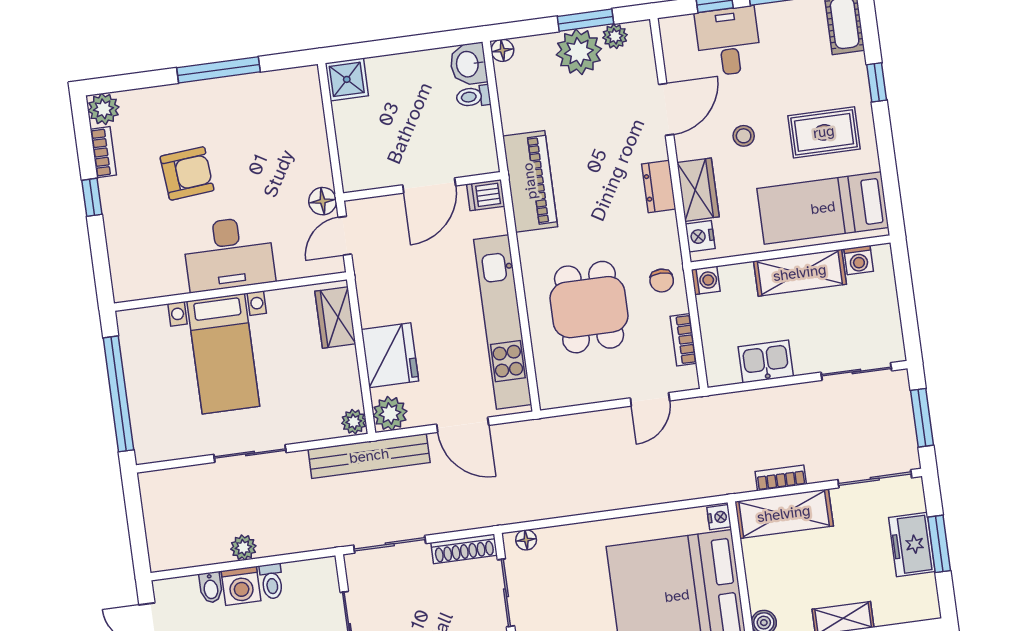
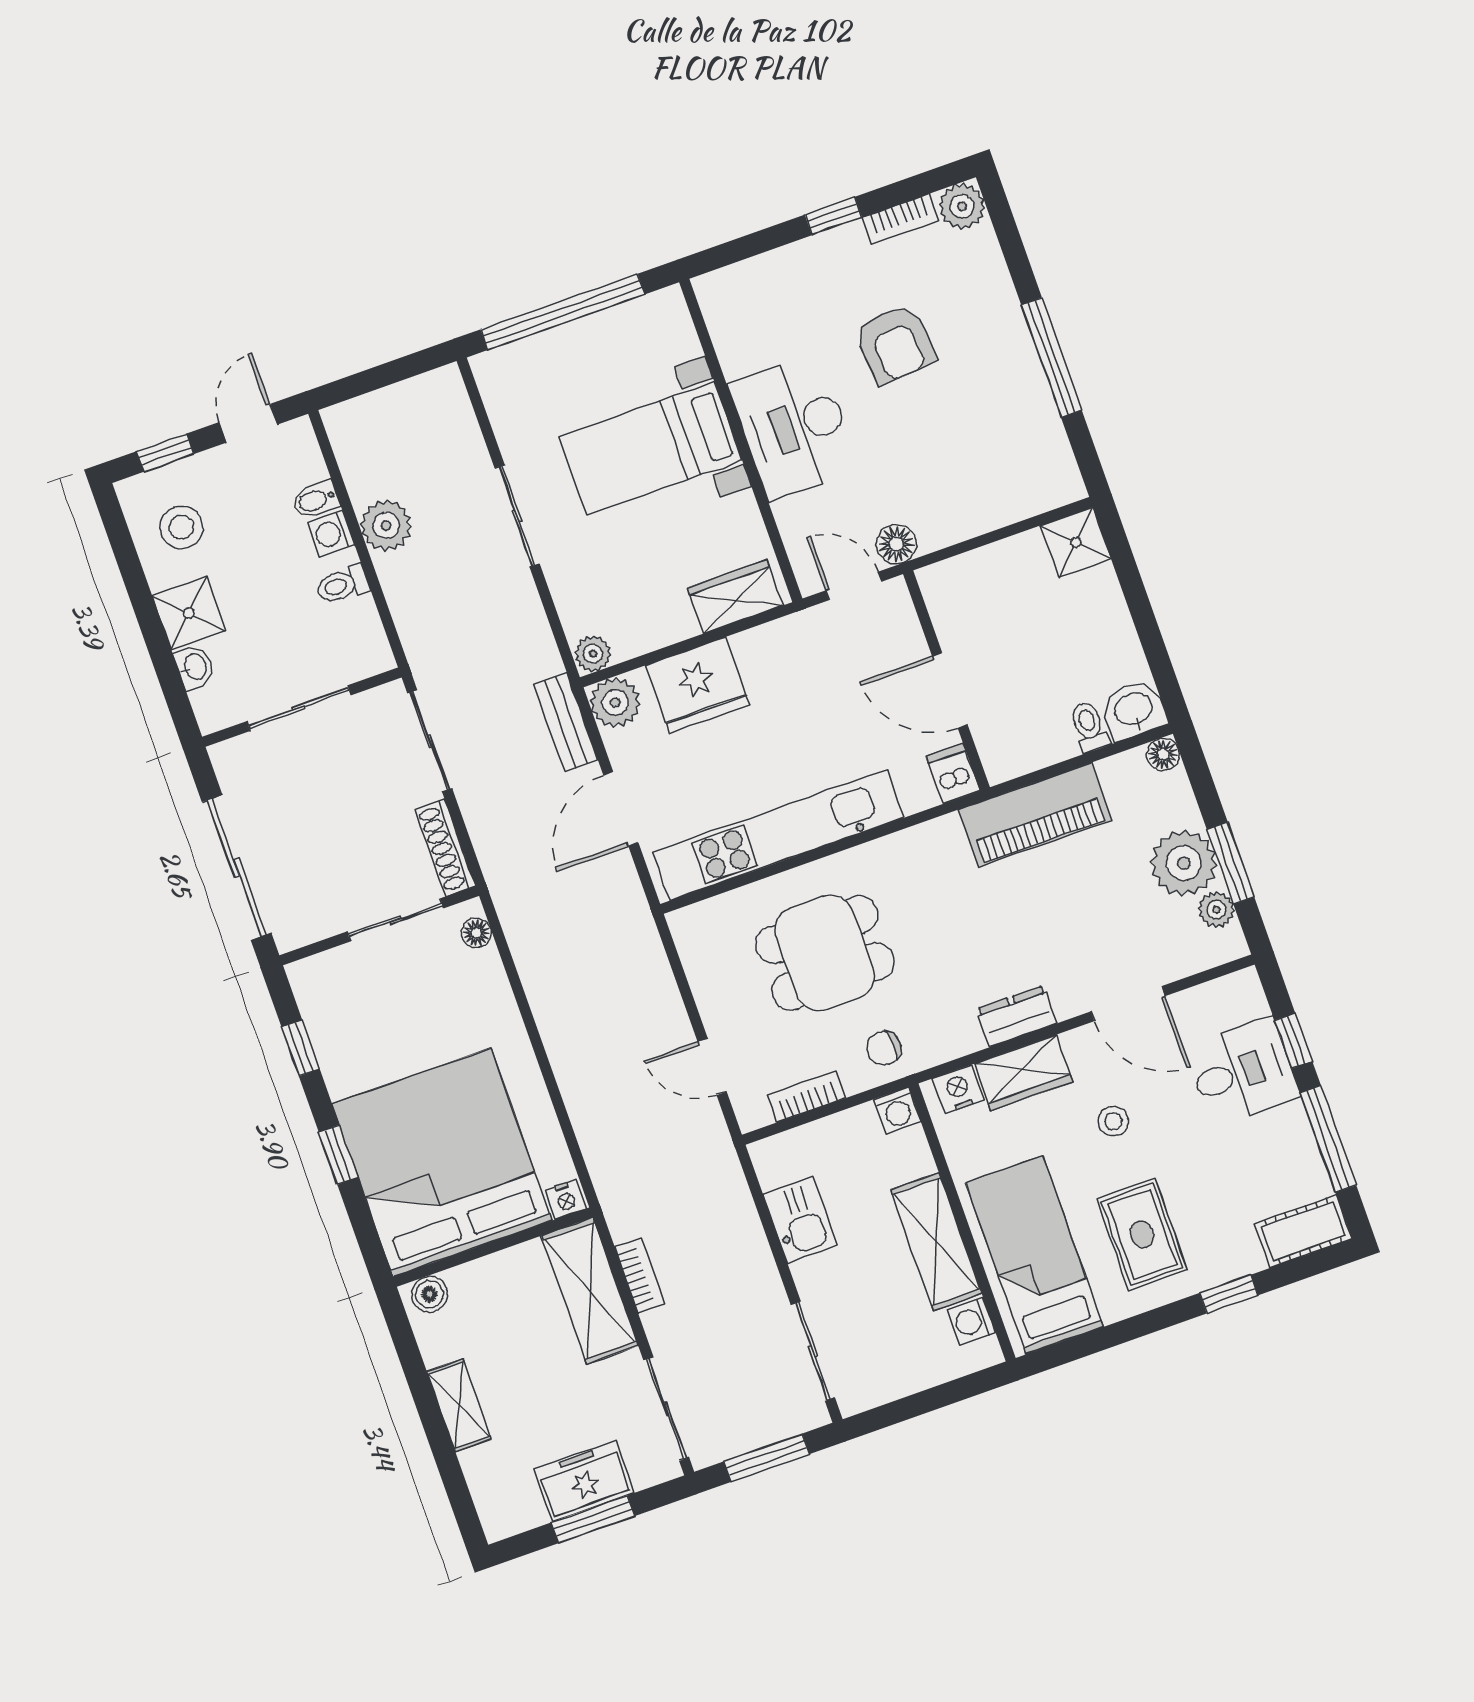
piano: (530, 181) -> (1035, 815), moved
bench: (369, 456) -> (566, 722), width x0.54, depth x0.82
plant: (243, 547) -> (386, 526), width x1.38, depth x1.38
washing machine: (241, 586) -> (331, 534), width x0.73, depth x0.73

